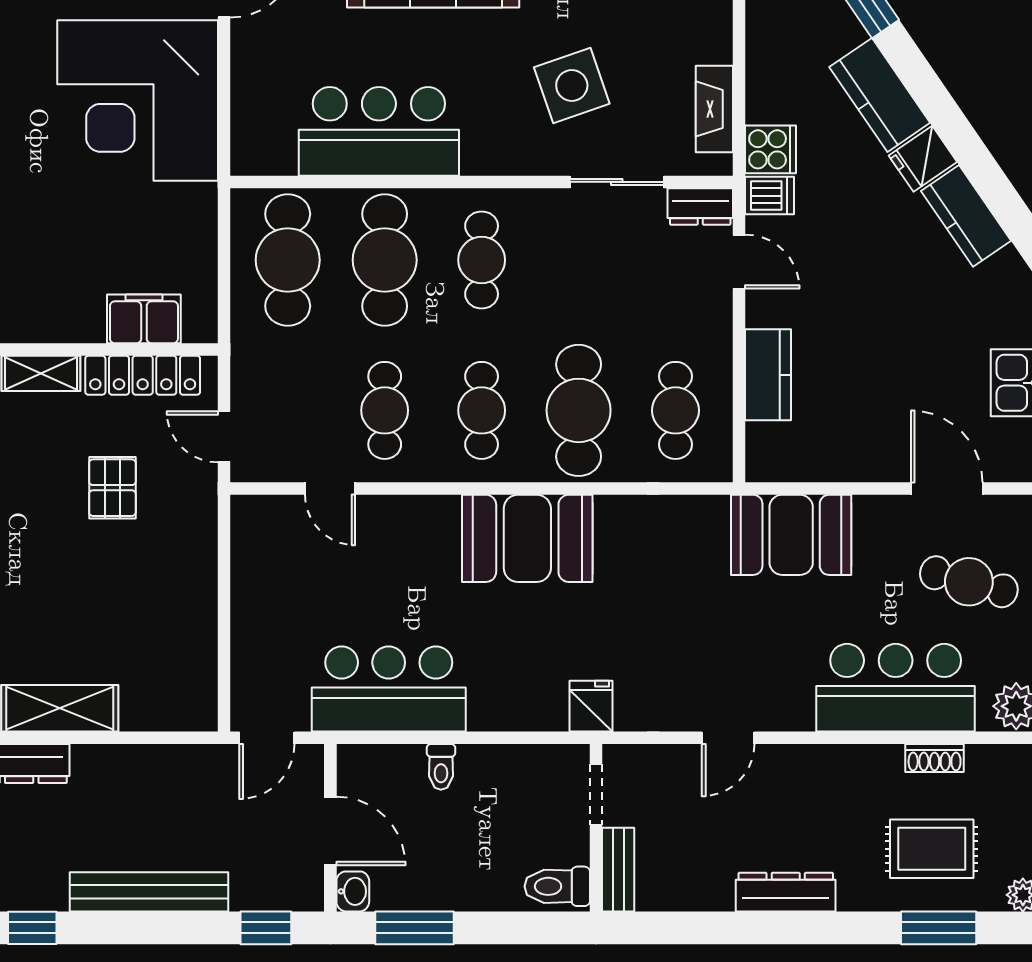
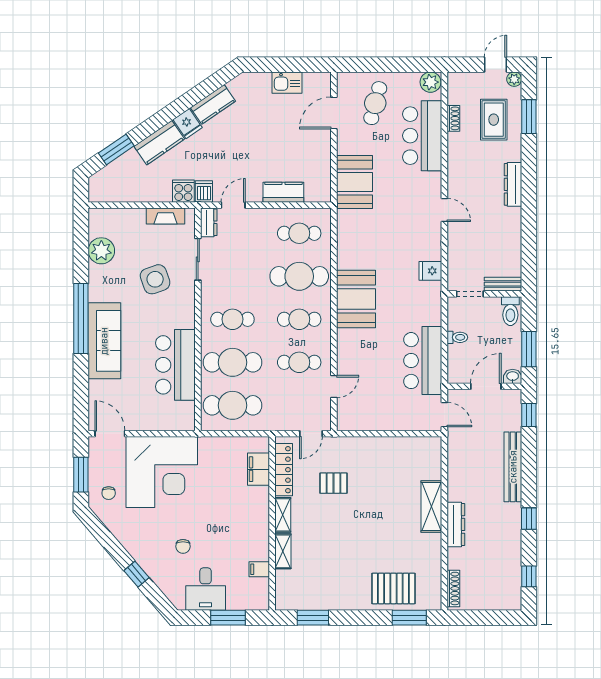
doorway: (596, 795) -> (470, 294), moved
wall: (596, 828) -> (484, 294), moved
bench: (618, 870) -> (503, 284), moved
toilet: (557, 886) -> (510, 311), moved

